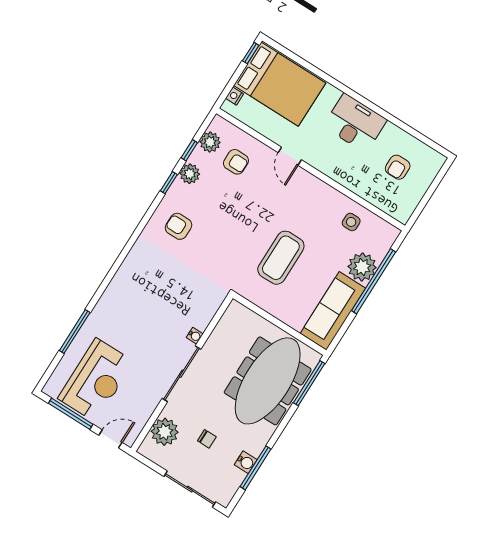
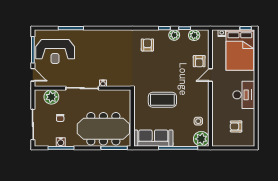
armchair: (236, 162) -> (199, 61), moved
plant: (362, 267) -> (201, 139), moved

